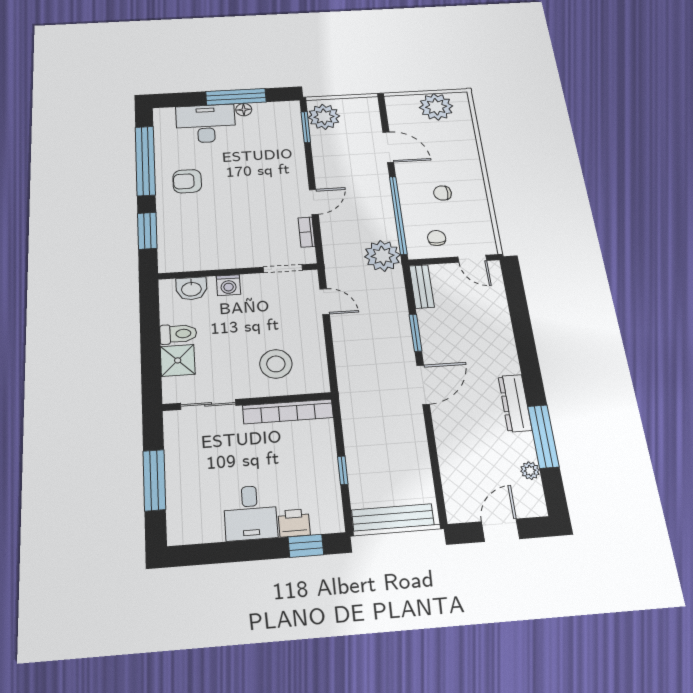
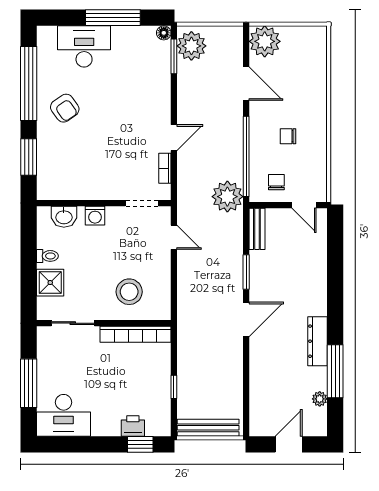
plant: (436, 107) -> (265, 41), moved
floor lamp: (244, 110) -> (164, 33), moved
armchair: (187, 181) -> (65, 108), turned -125
toilet: (178, 334) -> (47, 256), width x0.73, depth x0.72
desk: (250, 513) -> (64, 415), moved, width x1.37

